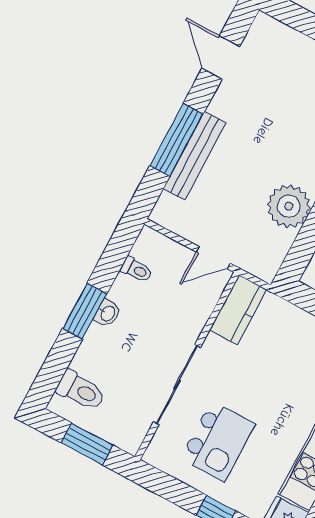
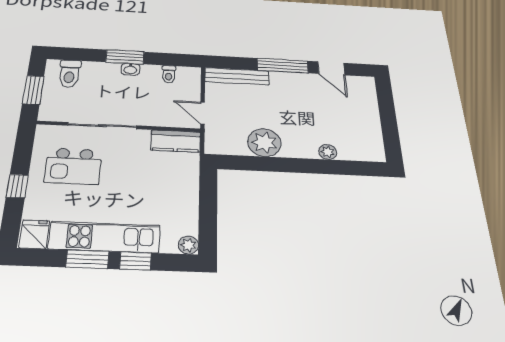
door: (221, 57) -> (331, 68), swing flipped
window: (177, 140) -> (283, 66), moved
bench: (195, 156) -> (237, 76), moved

